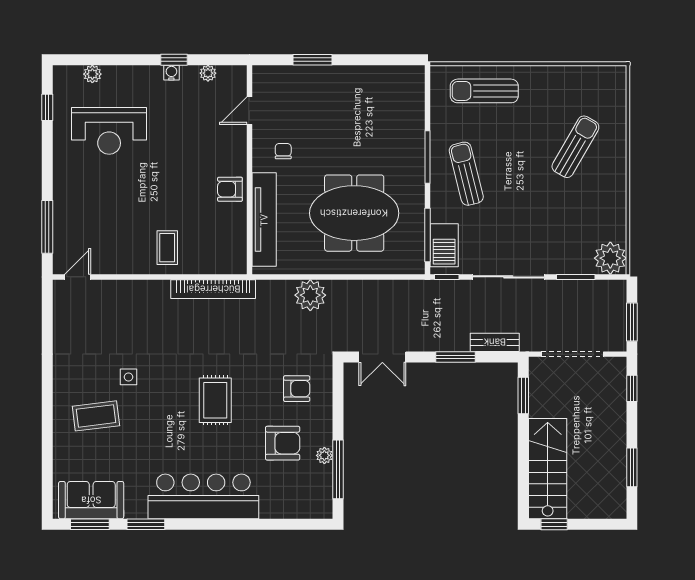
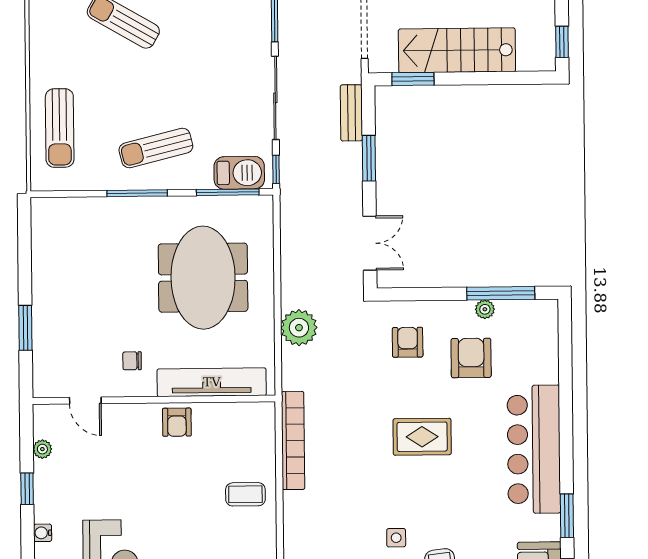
water cooler: (171, 73) -> (43, 533), moved
stairs: (548, 469) -> (457, 50), moved

